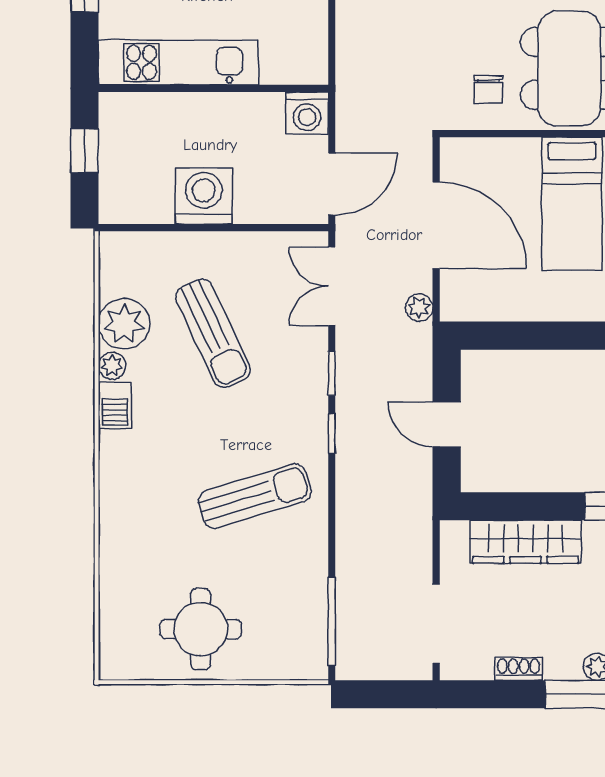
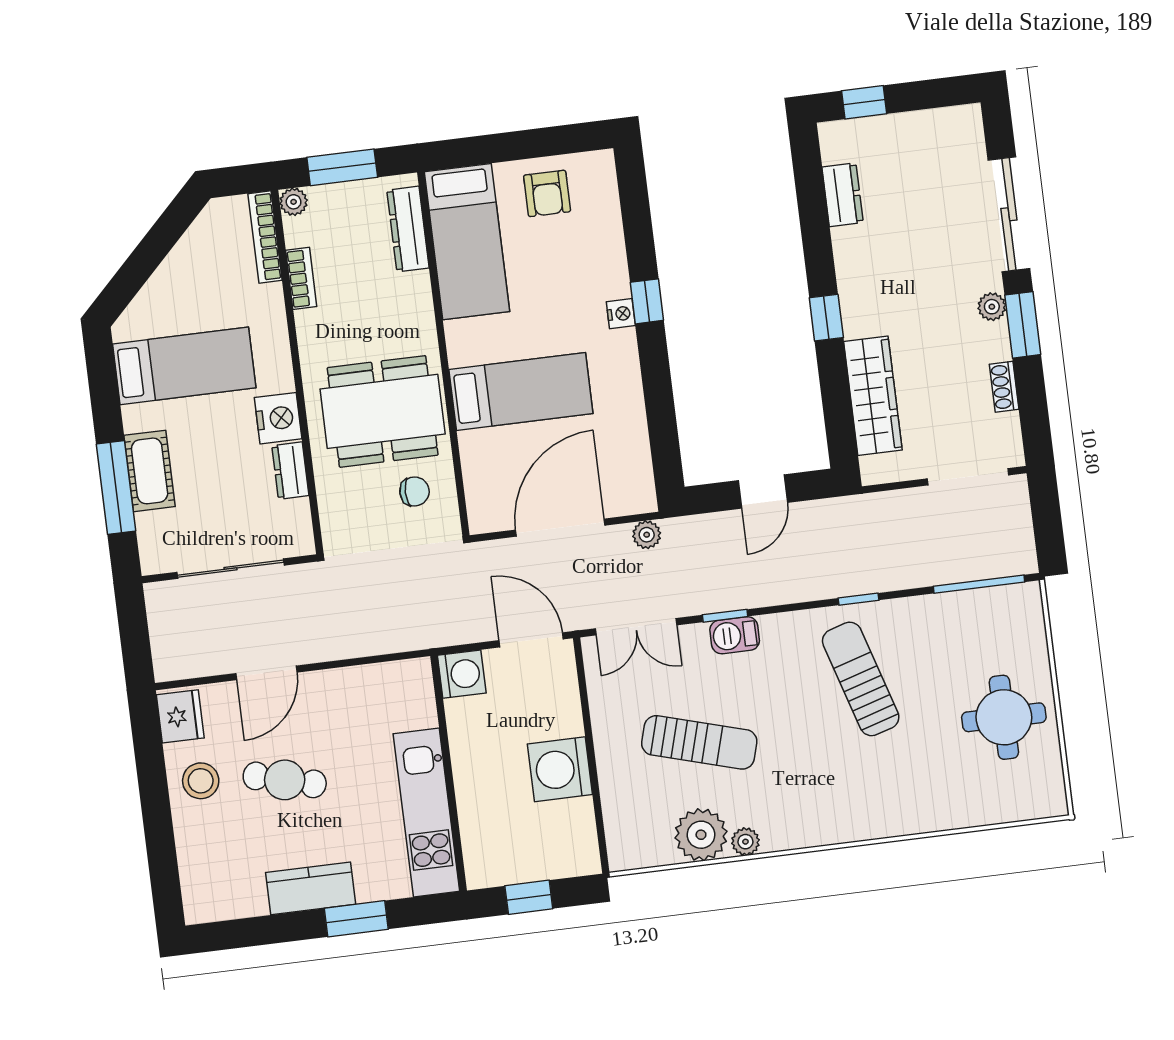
sun lounger: (213, 333) -> (699, 742), turned 41
barbecue: (115, 405) -> (735, 635), moved, turned 180
window: (332, 434) -> (858, 599), moved

